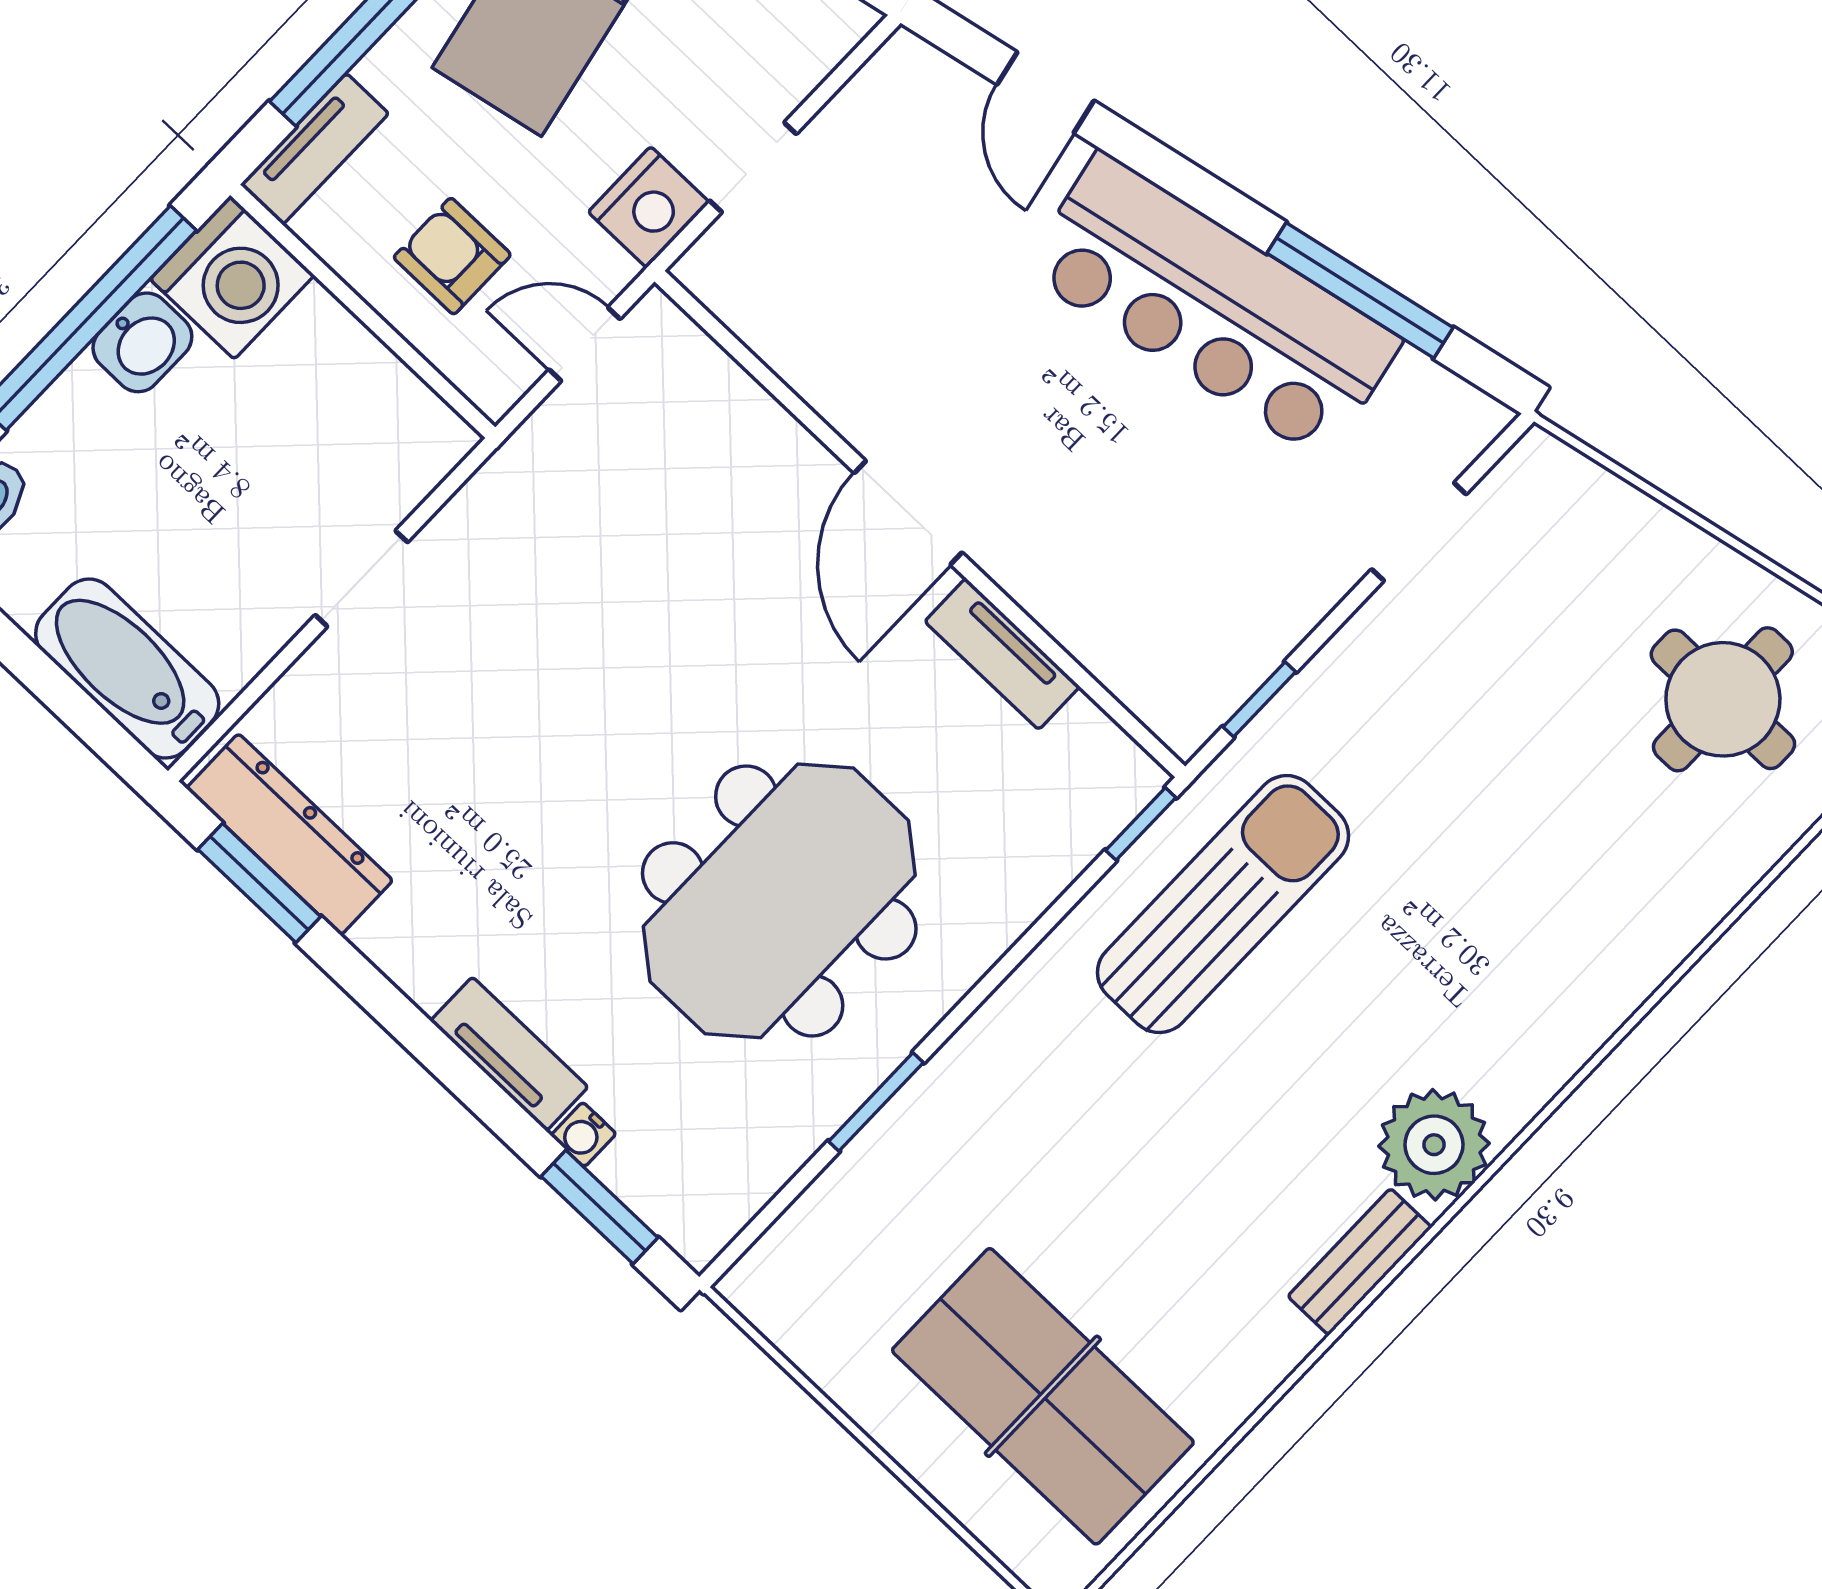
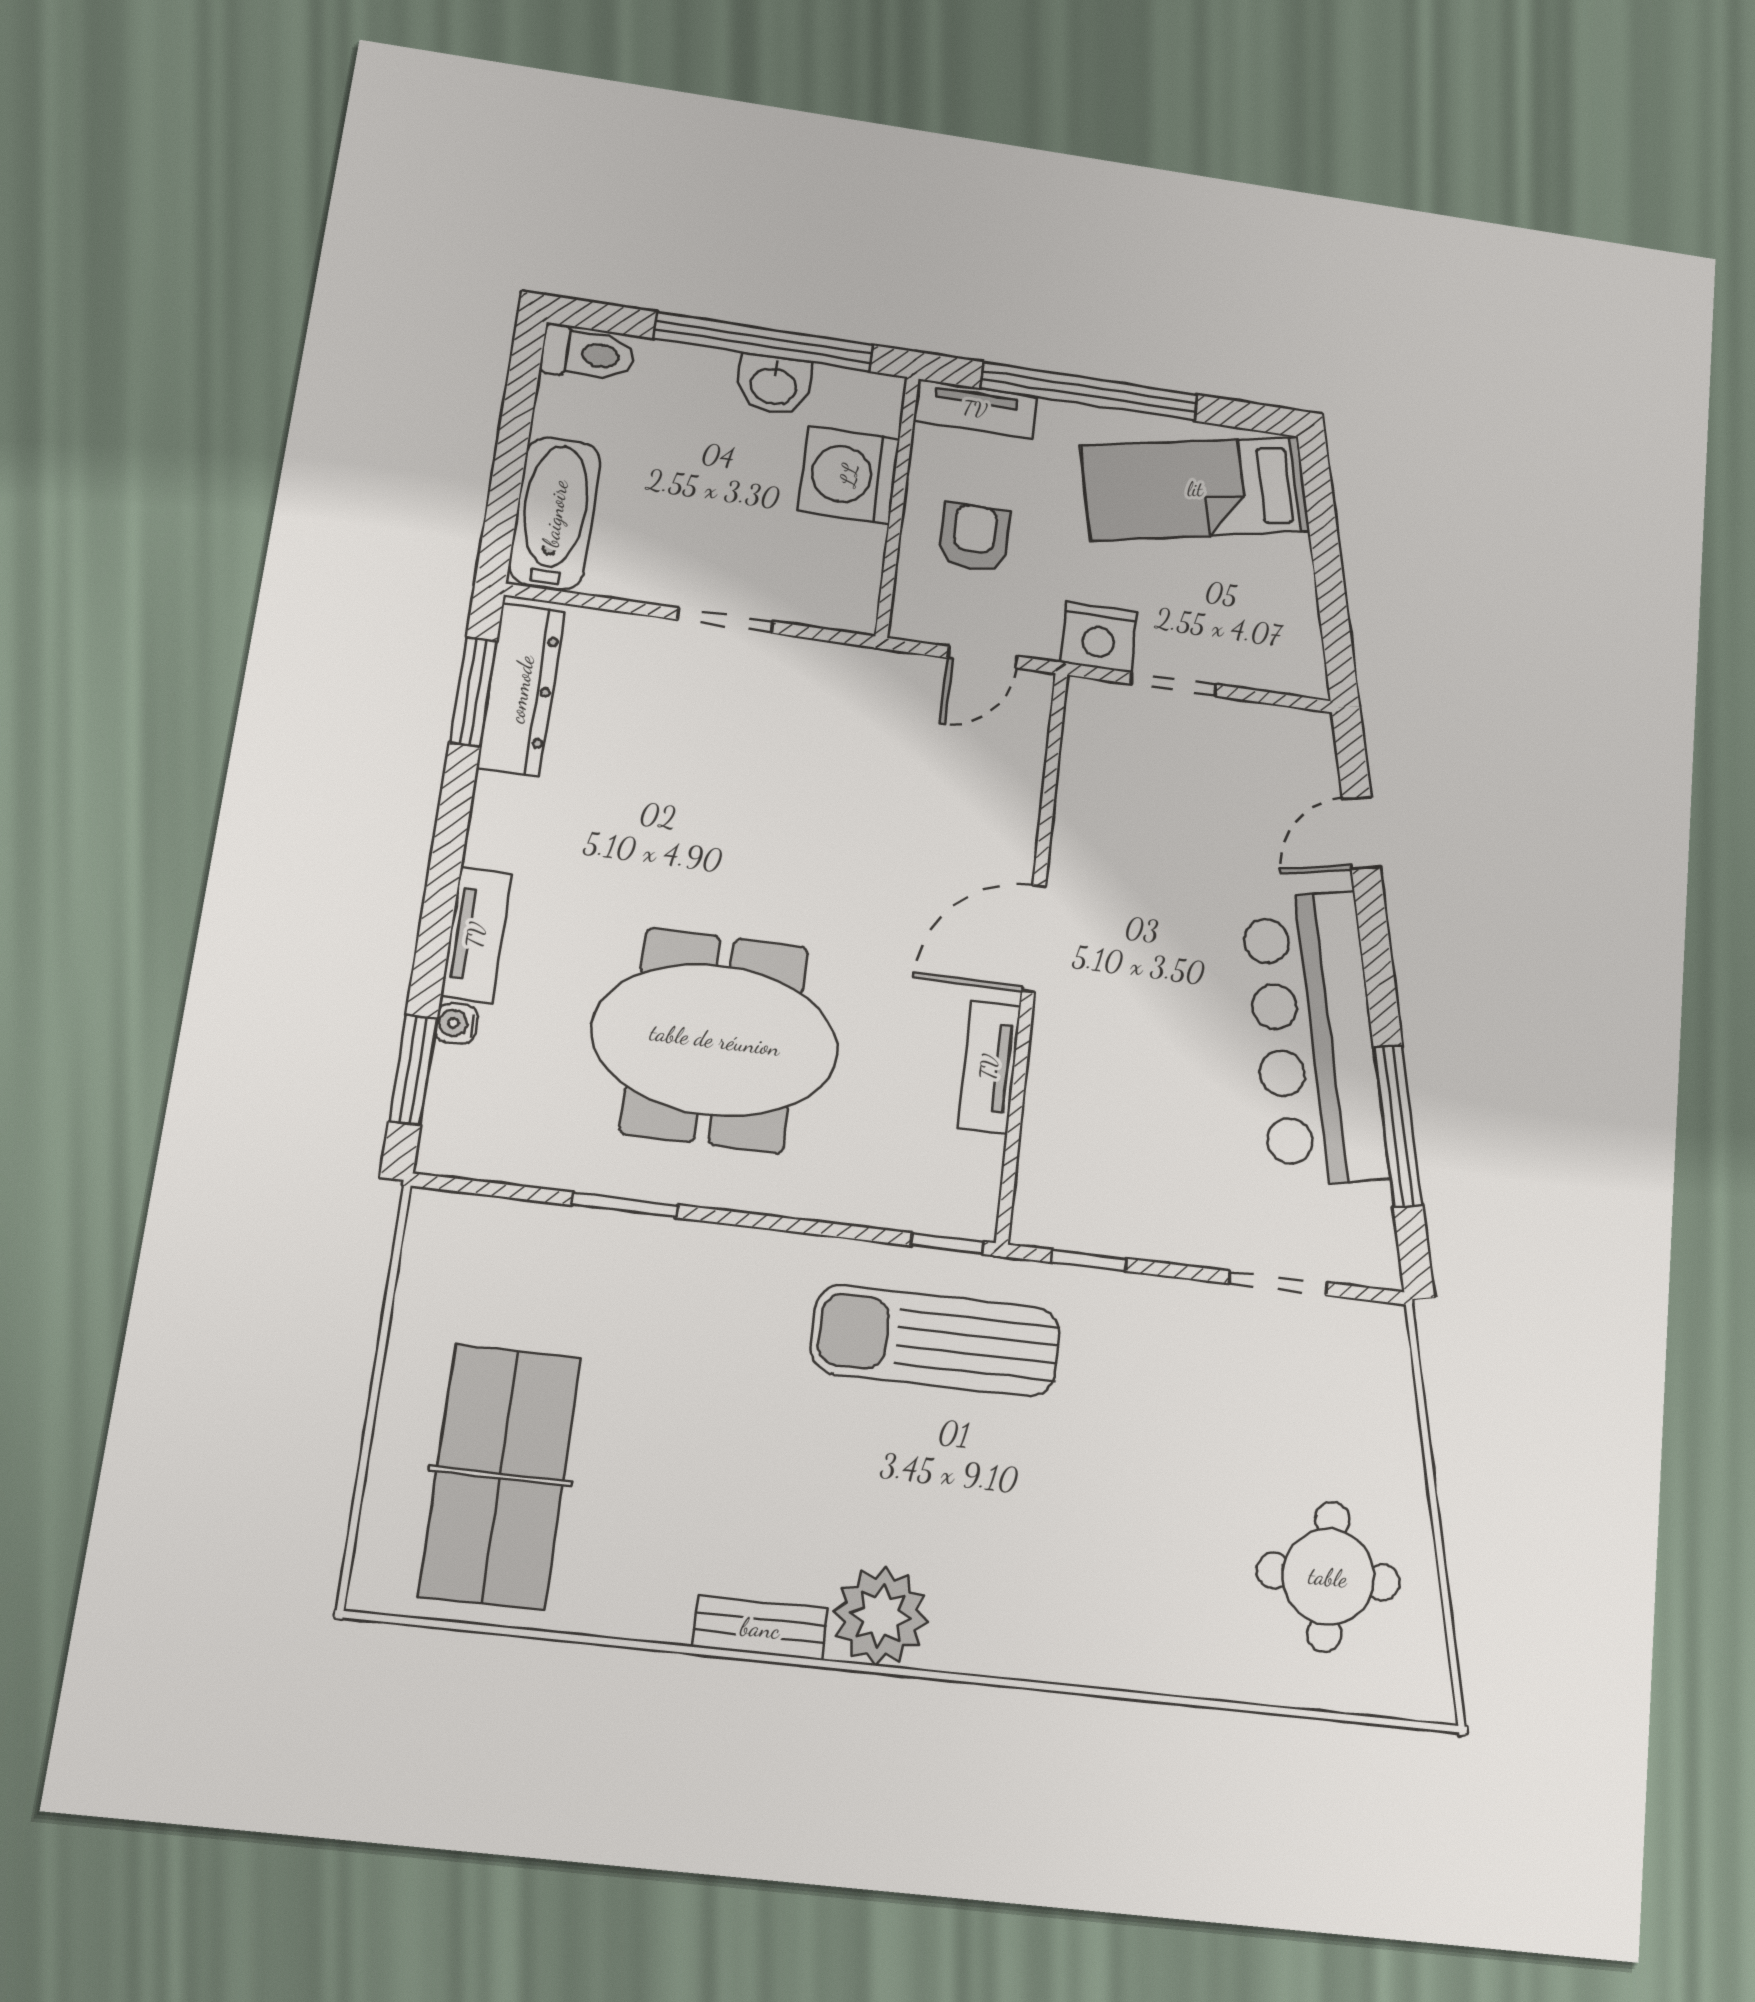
washing machine: (232, 277) -> (849, 475), moved, turned 90
door: (585, 344) -> (983, 657), swing flipped
sun lounger: (1223, 904) -> (936, 1340), turned 180

